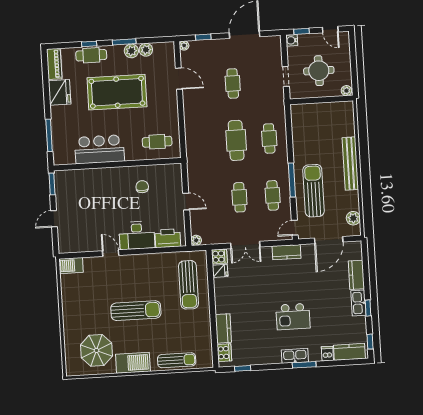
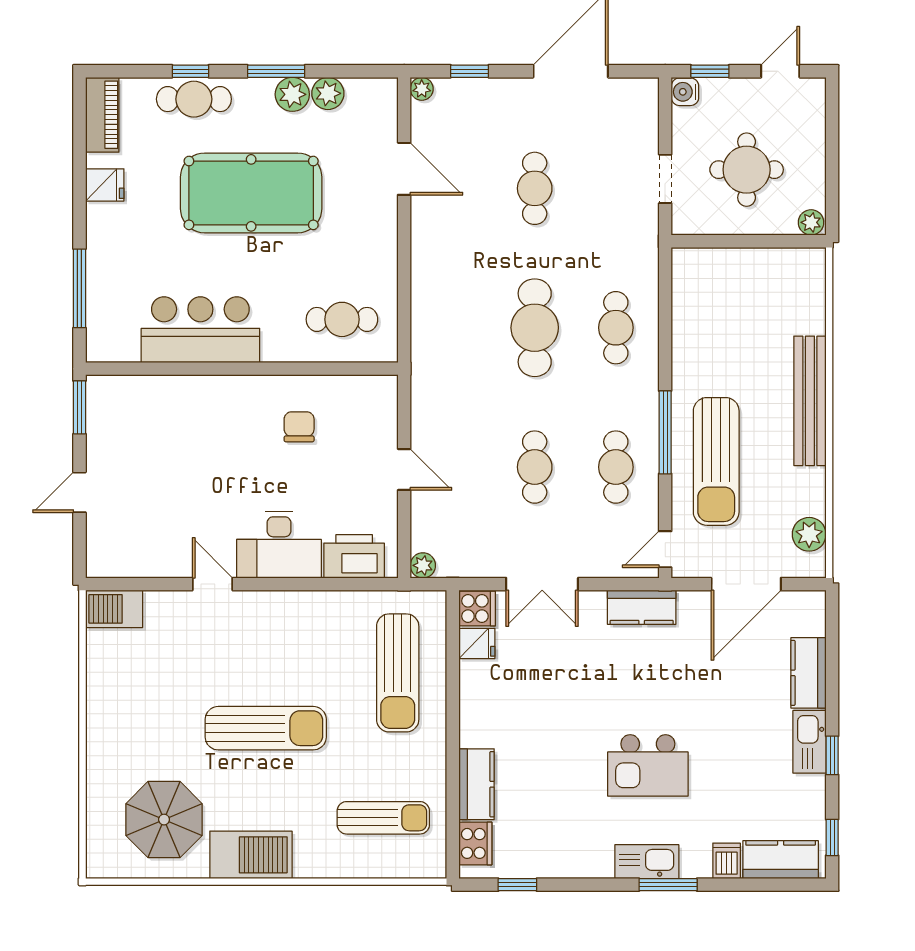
door: (330, 30) -> (780, 71), swing flipped
fridge: (60, 92) -> (105, 185), width x0.53, depth x0.75
sun lounger: (314, 191) -> (716, 461), turned 180
sun lounger: (177, 360) -> (383, 818), moved

